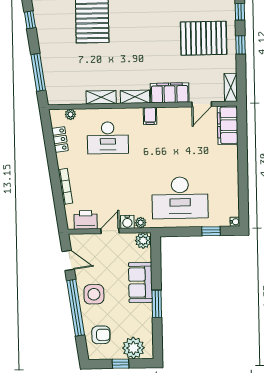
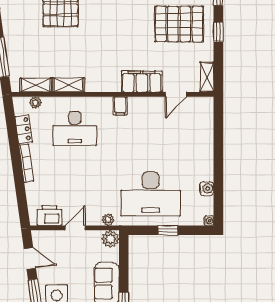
shelving: (135, 97) -> (36, 85), moved
filing cabinet: (228, 125) -> (203, 117), removed
bookcase: (65, 186) -> (26, 163), moved
water cooler: (127, 222) -> (207, 189), moved, turned -90
window: (211, 231) -> (168, 230), moved

